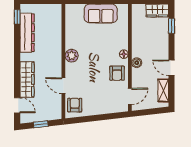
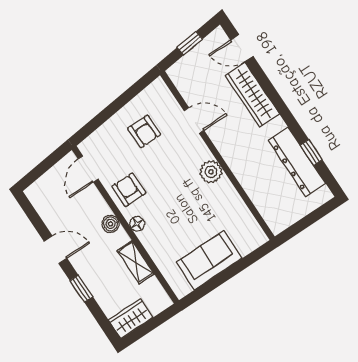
window: (17, 17) -> (311, 152), moved
window: (171, 26) -> (81, 289), moved
shelving: (163, 90) -> (136, 262), moved
armchair: (75, 105) -> (144, 131), moved

